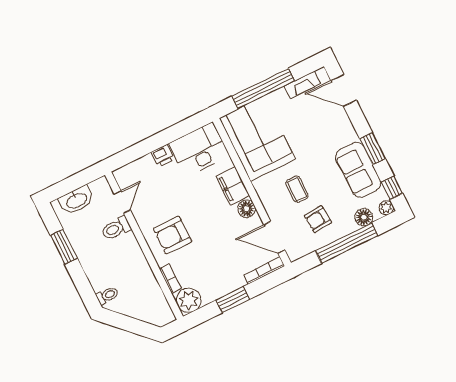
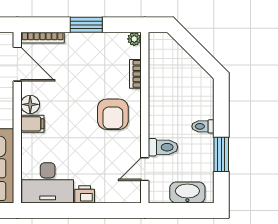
filing cabinet: (233, 186) -> (32, 124), width x0.50
armchair: (172, 235) -> (113, 114), turned 90
toilet: (107, 295) -> (203, 126), moved
plant: (189, 300) -> (134, 39), width x0.53, depth x0.53

